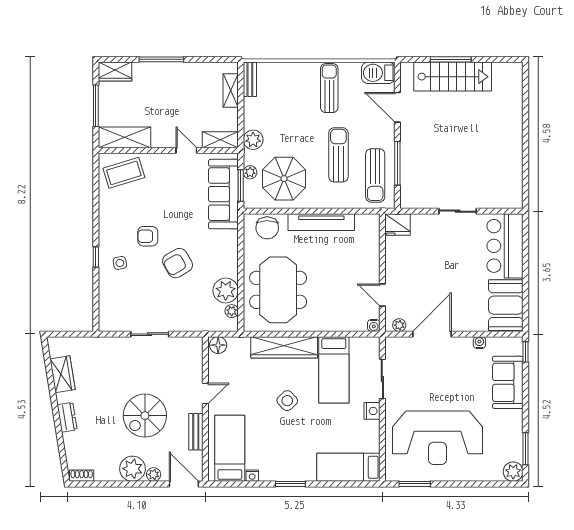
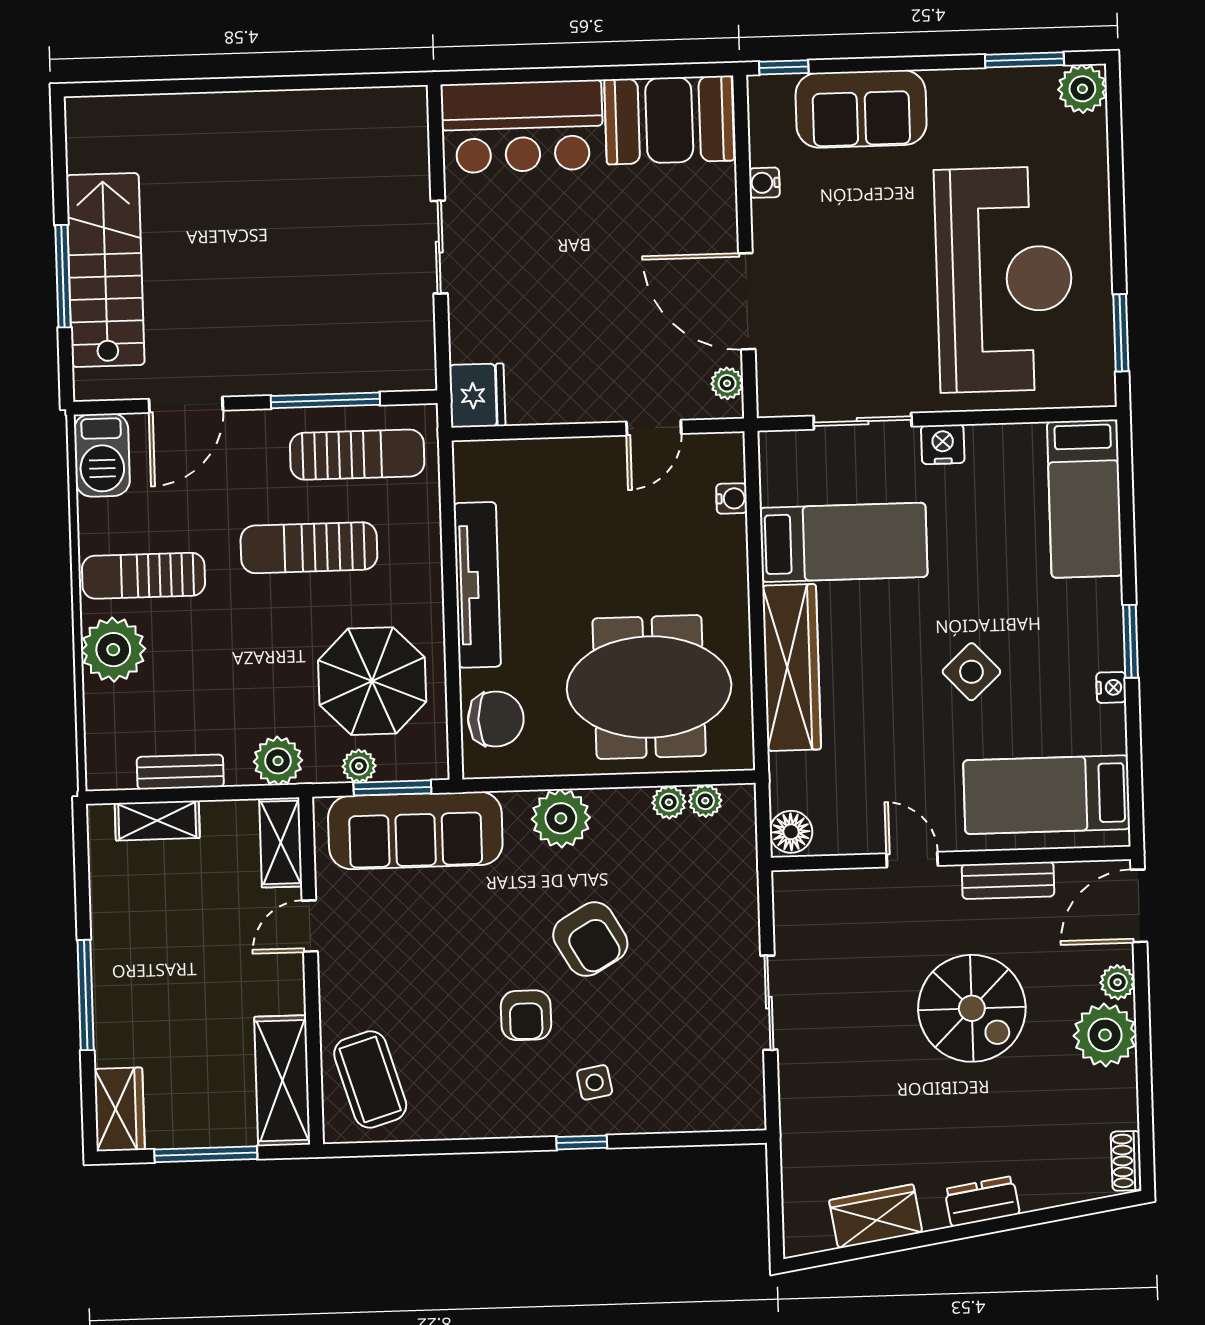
plant: (300, 75) -> (113, 650), added
bench: (250, 79) -> (180, 772), moved
plant: (226, 253) -> (561, 818), added
plant: (226, 291) -> (669, 802), width x0.53, depth x0.53
water cooler: (374, 325) -> (732, 498), moved
side table: (287, 401) -> (971, 672), moved
nightstand: (252, 476) -> (1111, 687), moved

